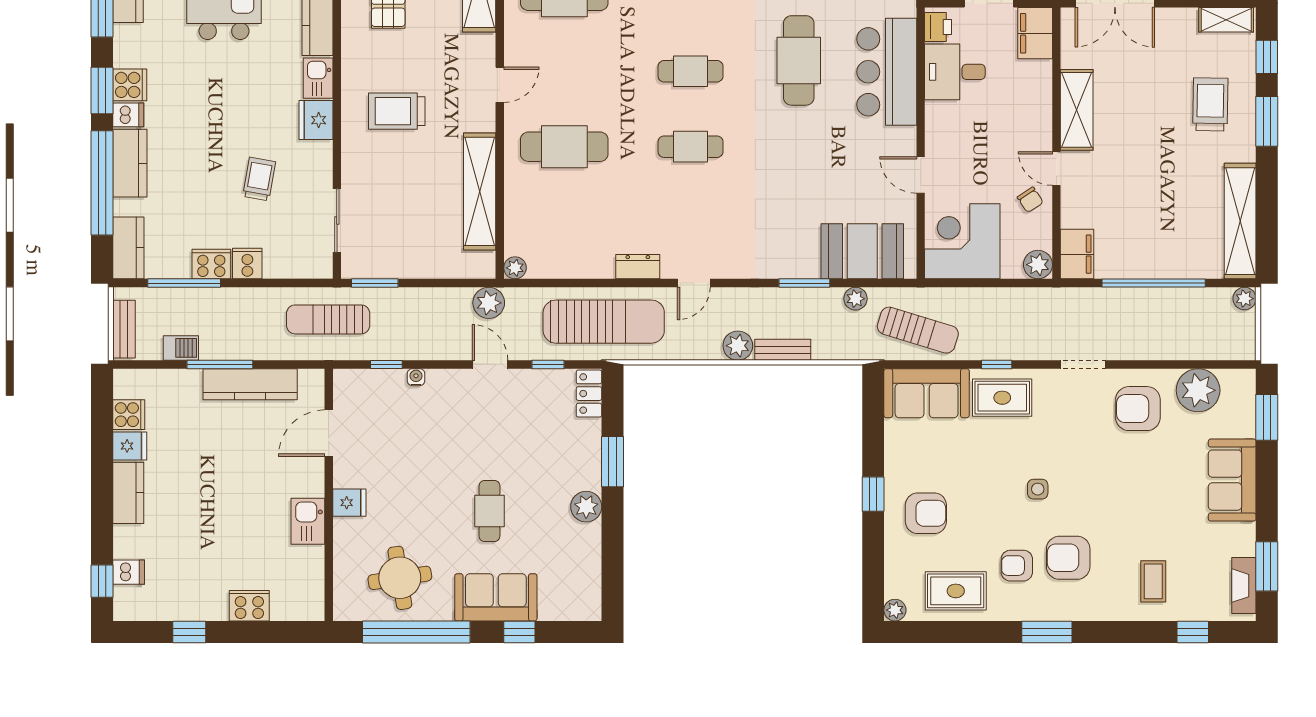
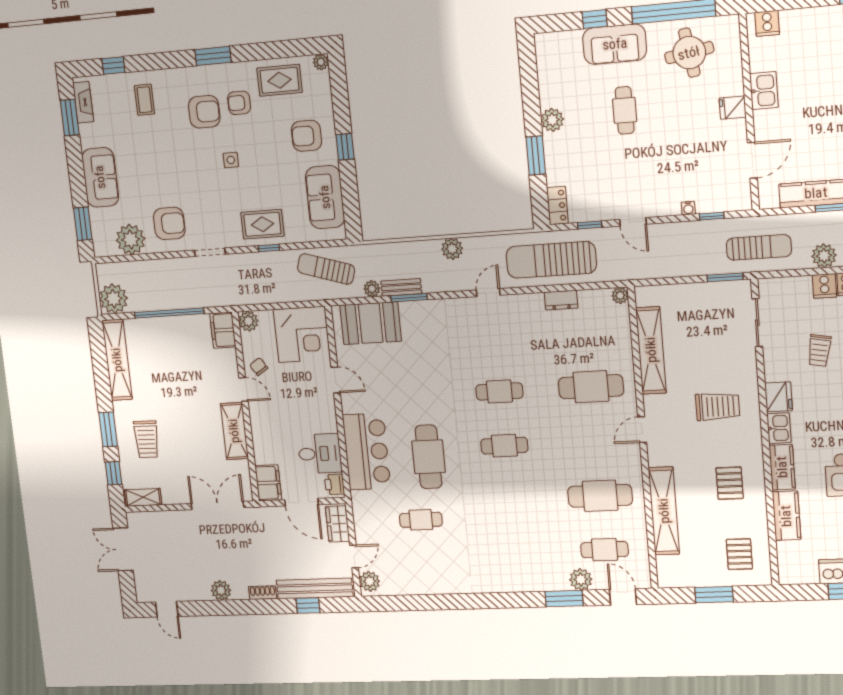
dresser: (638, 267) -> (561, 300), moved
plant: (1245, 299) -> (113, 299), width x1.88, depth x1.88
plant: (489, 303) -> (824, 256), moved
bench: (783, 350) -> (401, 287), moved
sofa: (927, 393) -> (325, 197), moved, turned -90
armchair: (1017, 566) -> (239, 103), turned 180
cooker: (249, 606) -> (767, 23), moved, width x0.73

